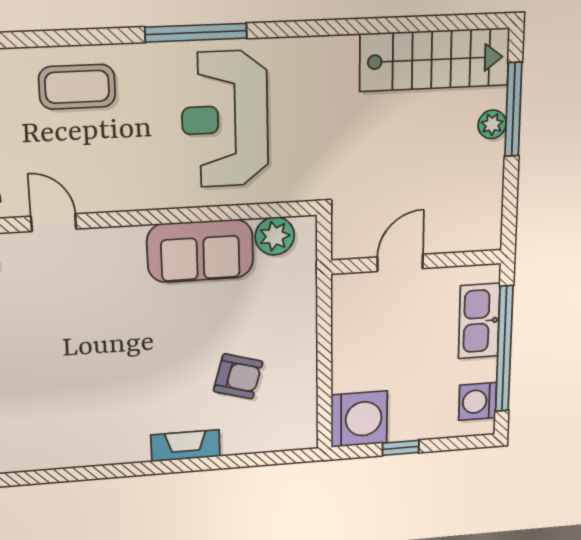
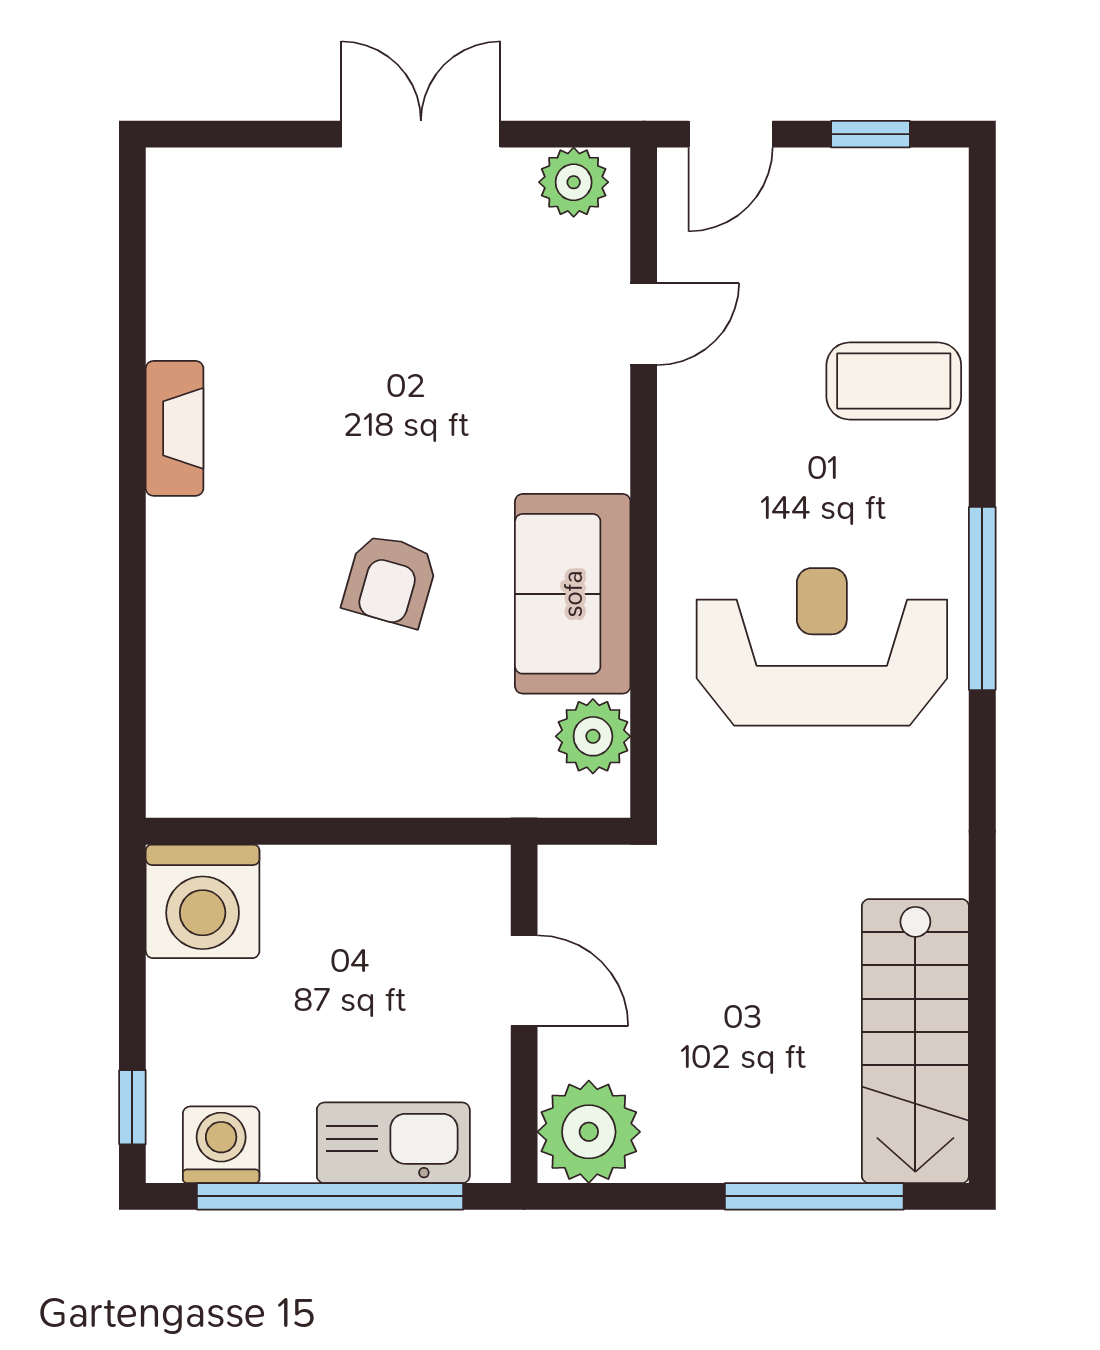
coffee table: (77, 87) -> (894, 381), turned 90
plant: (492, 124) -> (589, 1132), moved, width x1.88, depth x1.88
armchair: (238, 376) -> (390, 580), moved
fireplace: (186, 446) -> (175, 428), moved
window: (401, 448) -> (132, 1107), moved

